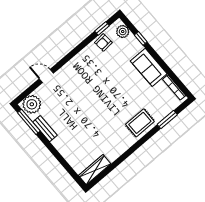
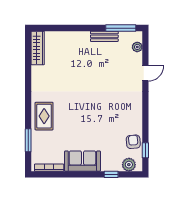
plant: (32, 104) -> (137, 47), width x0.53, depth x0.53

